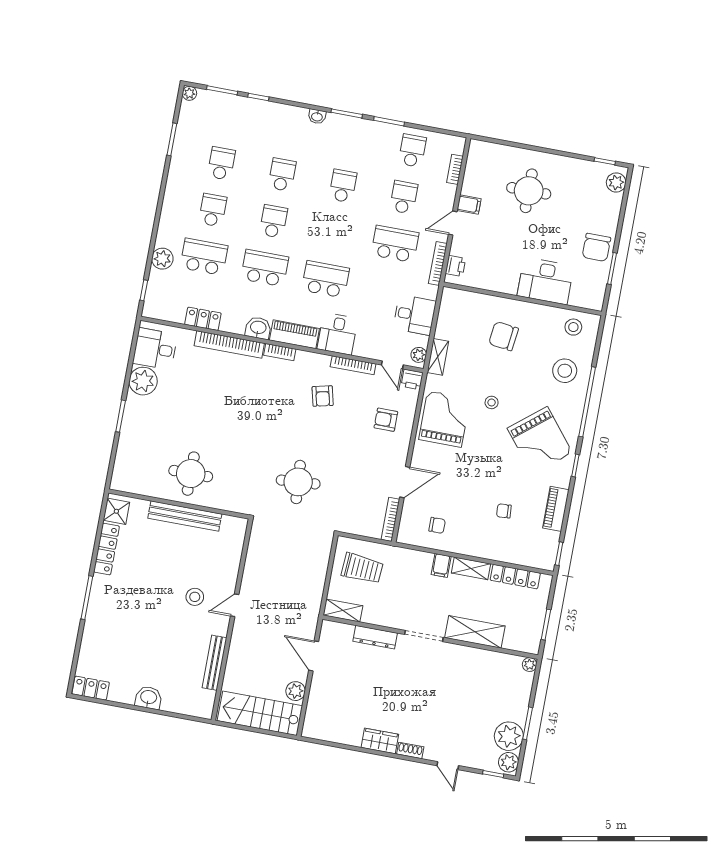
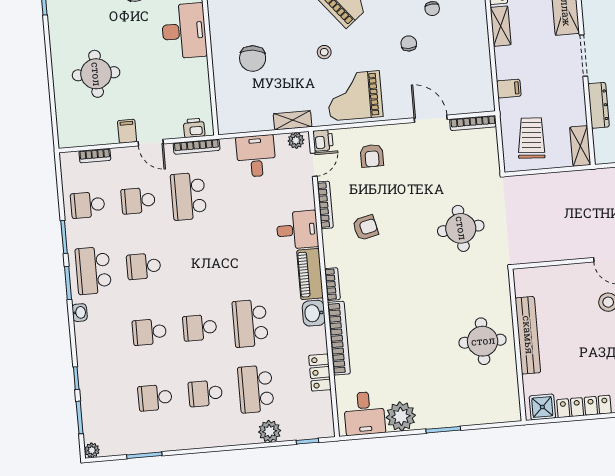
school desk: (326, 279) -> (93, 271), moved
chair: (437, 525) -> (409, 43), moved
filing cabinet: (441, 565) -> (509, 89), moved

